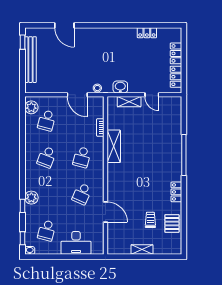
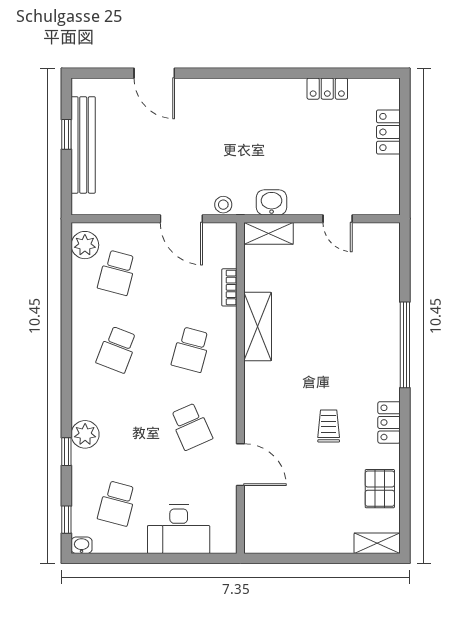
window: (23, 42) -> (66, 134), moved
locker: (176, 77) -> (388, 181), removed
shelving: (129, 102) -> (269, 233), moved
school desk: (82, 194) -> (191, 426), turned -48
trolley: (150, 220) -> (329, 426), moved
shelving: (142, 250) -> (377, 543), moved

